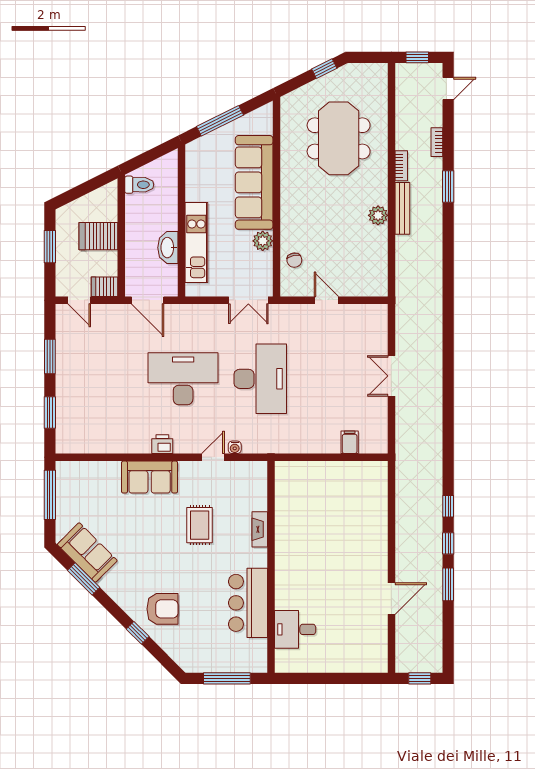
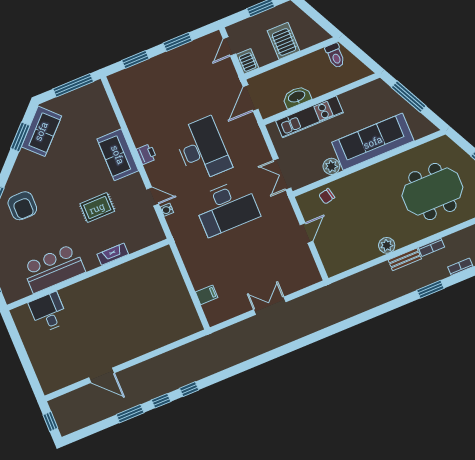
bench: (402, 208) -> (405, 259), width x0.73

